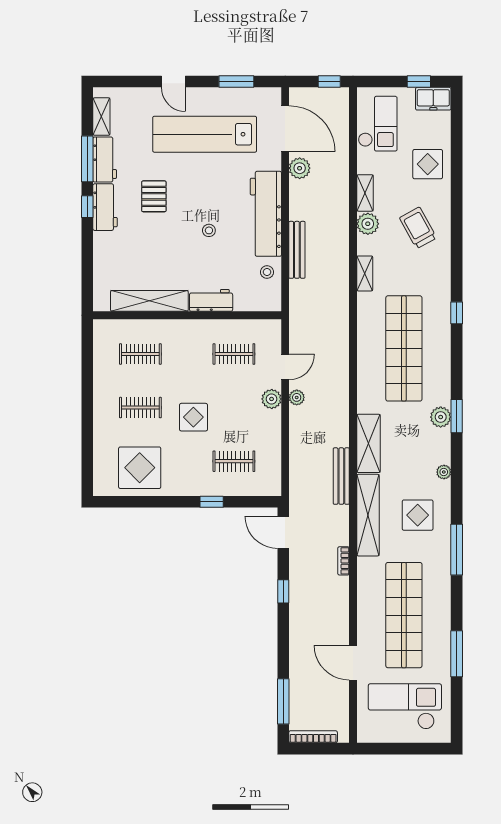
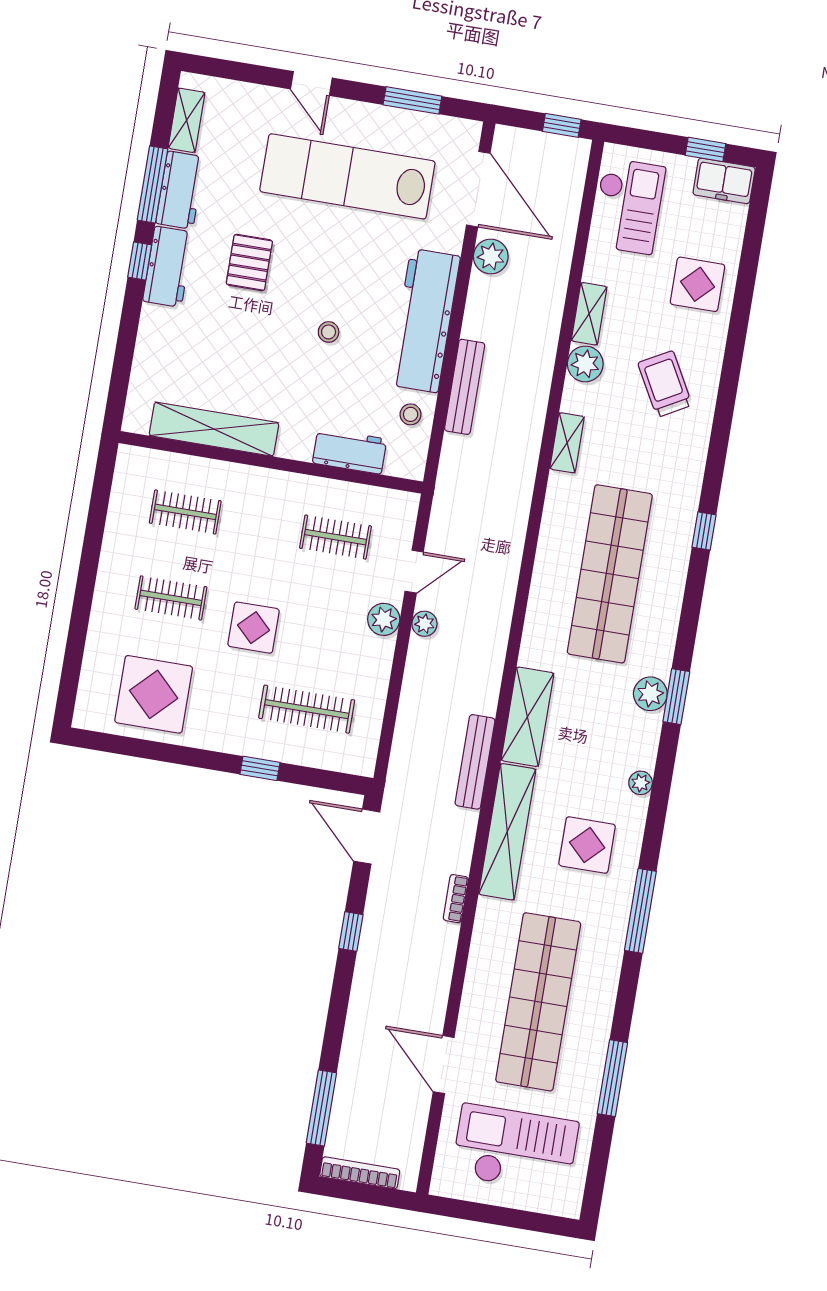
workbench: (211, 300) -> (350, 451), moved
clothes rail: (234, 461) -> (307, 709), width x1.36

